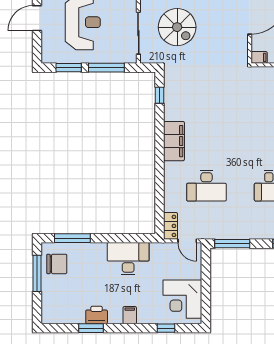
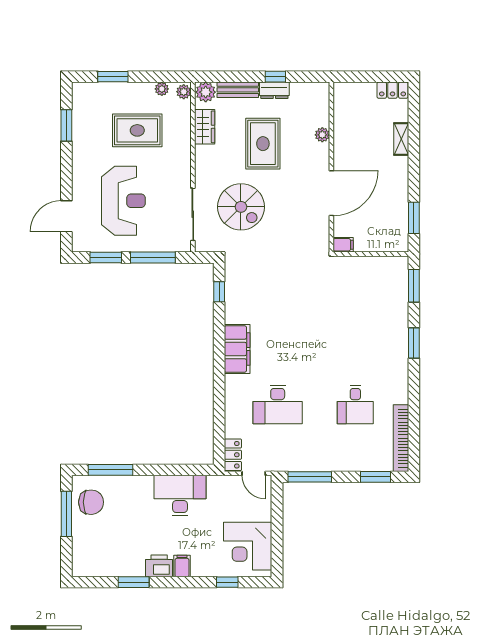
door: (37, 18) -> (66, 216), moved
printer: (97, 315) -> (159, 566), moved

